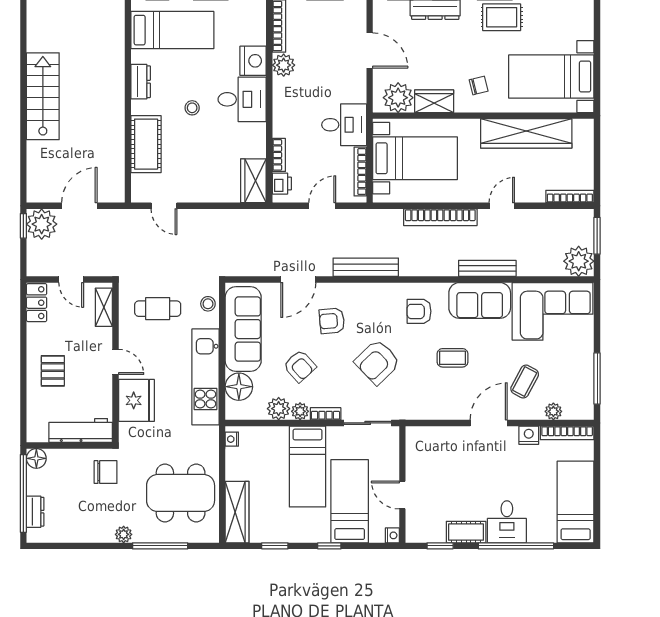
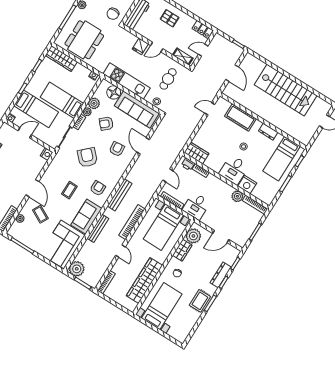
stairs: (43, 96) -> (286, 90), width x1.36, depth x1.51
plant: (42, 224) -> (234, 52), removed
bench: (366, 267) -> (120, 195), moved
fridge: (136, 400) -> (140, 46), width x0.53, depth x0.75
nightstand: (529, 435) -> (47, 154), moved

